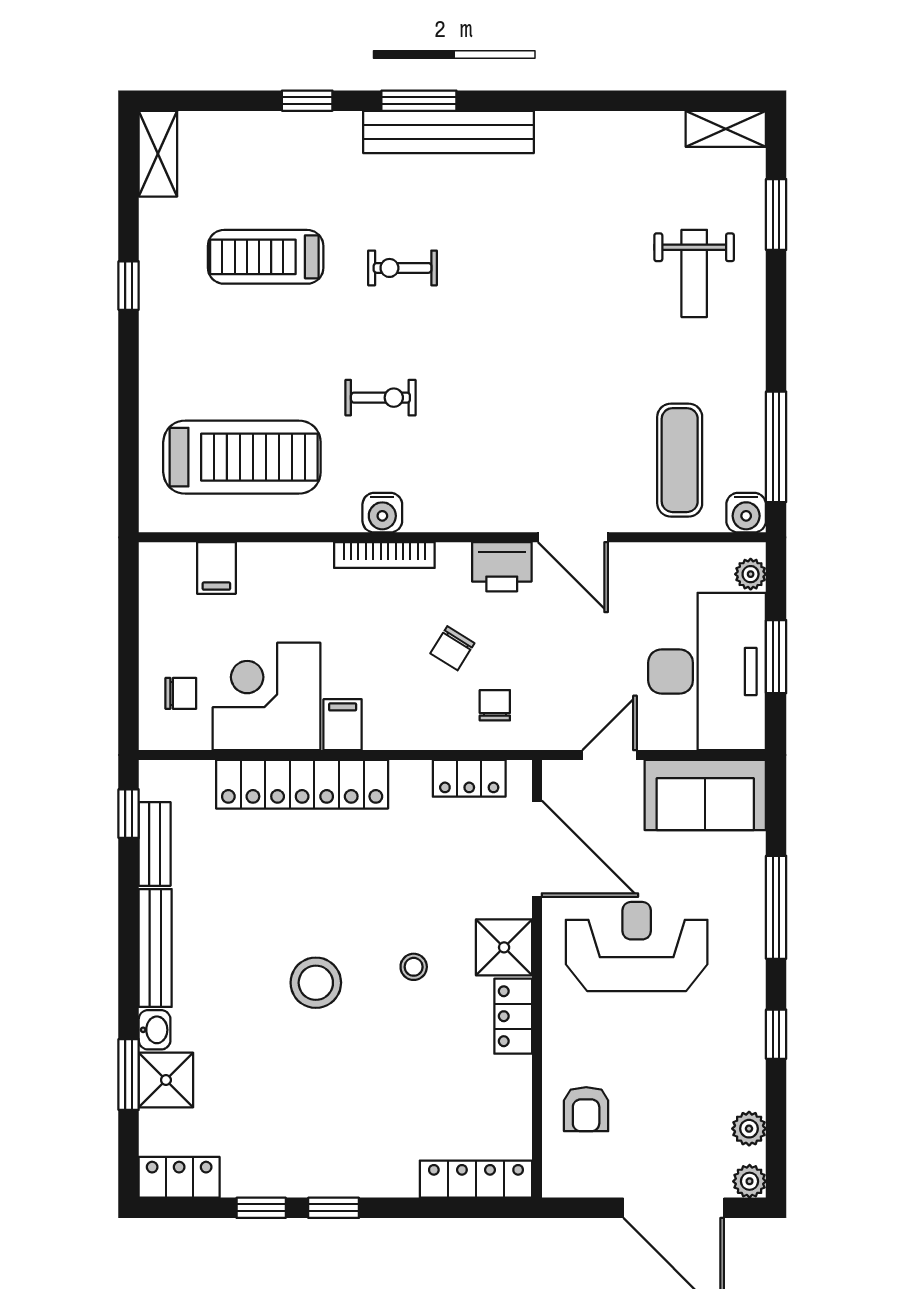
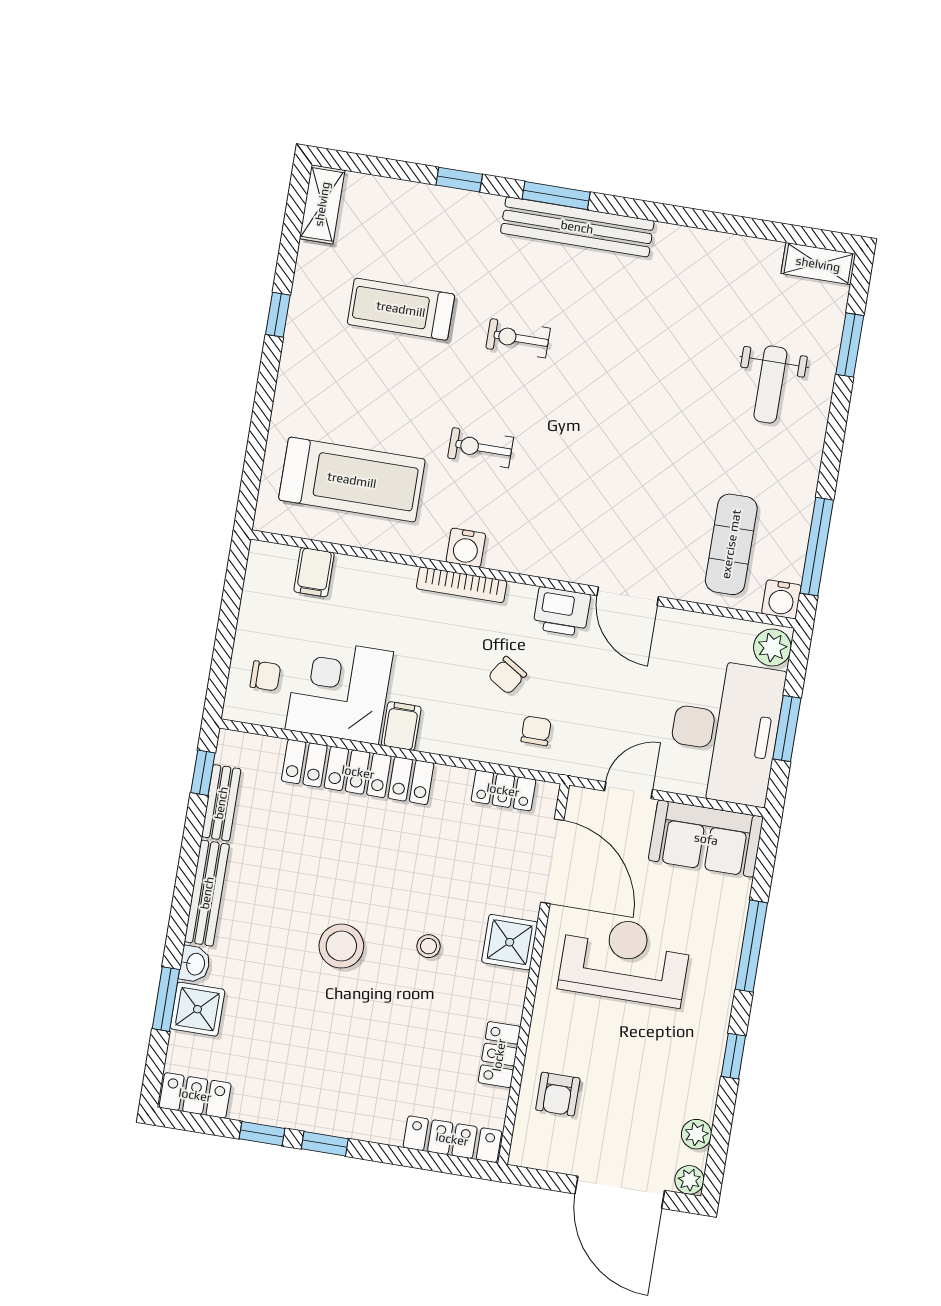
exercise bike: (380, 398) -> (481, 448), turned 180
plant: (751, 574) -> (772, 647), width x1.38, depth x1.38
locker: (513, 1016) -> (499, 1055), moved

